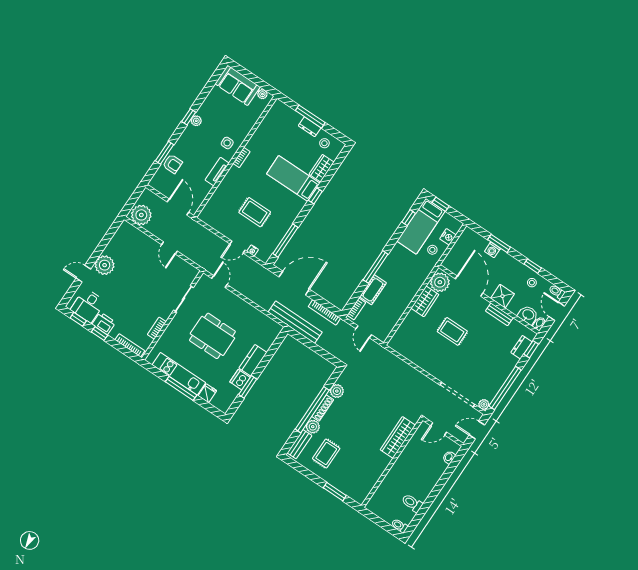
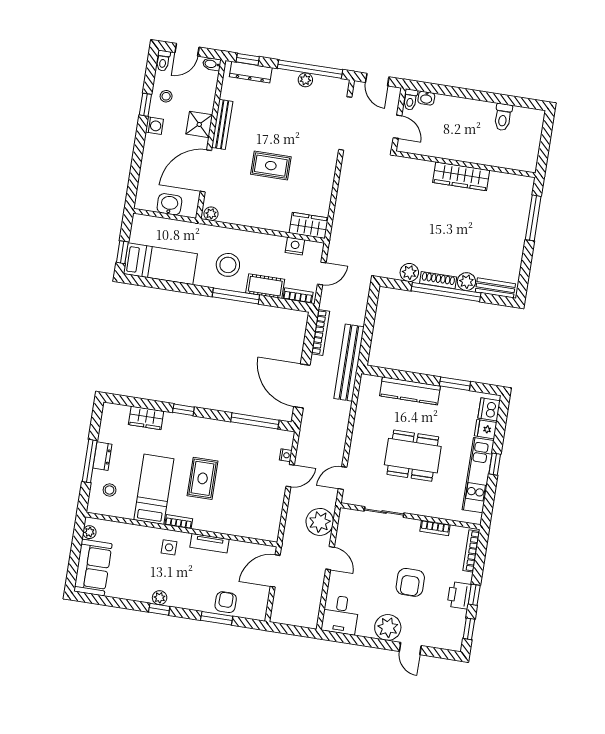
stool: (324, 143) -> (110, 490), moved
bed: (293, 178) -> (154, 489), moved, turned 180
rug: (255, 212) -> (203, 478), moved
plant: (141, 215) -> (320, 522), moved
window: (409, 218) -> (157, 284), removed
nightstand: (448, 237) -> (295, 246), moved
window: (499, 243) -> (137, 158), removed
door: (237, 247) -> (290, 476), hinge flipped
door: (169, 248) -> (330, 558), hinge flipped
stool: (432, 250) -> (228, 265), moved, width x1.89, depth x1.89
washing machine: (492, 250) -> (154, 126), moved
plant: (440, 282) -> (211, 214), width x0.53, depth x0.53
armchair: (128, 294) -> (410, 582), added
wardrobe: (425, 301) -> (309, 225), moved
desk: (88, 306) -> (340, 615), moved, turned 90
bench: (499, 314) -> (222, 124), width x1.36
washbasin: (528, 315) -> (169, 204), moved, turned 90
rug: (452, 331) -> (271, 166), turned 90
dining table: (212, 336) -> (413, 456), turned 90
dresser: (521, 347) -> (251, 72), width x1.44
kitchen counter: (253, 360) -> (410, 391), width x1.50
dishwasher: (240, 380) -> (489, 409), moved, turned 90
window: (181, 388) -> (495, 464), width x0.46
plant: (484, 404) -> (305, 80), moved
wardrobe: (398, 437) -> (461, 176), moved
rug: (326, 453) -> (492, 250), removed
window: (335, 492) -> (533, 218), width x1.44
toilet: (399, 526) -> (410, 100), moved

